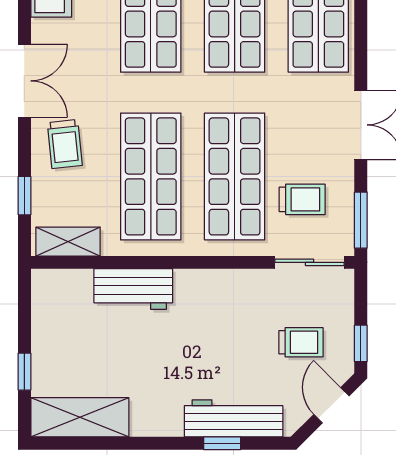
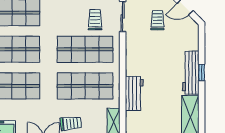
workbench: (234, 418) -> (191, 73), moved
window: (222, 443) -> (202, 72), moved

